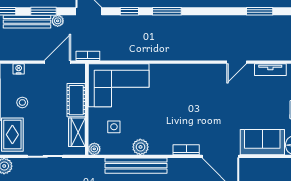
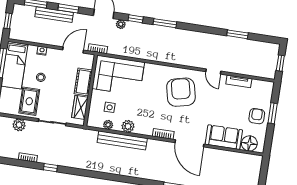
plant: (58, 21) -> (121, 24), moved
door: (237, 62) -> (213, 71), hinge flipped
armchair: (200, 94) -> (181, 92), added
plant: (94, 149) -> (108, 125), moved

